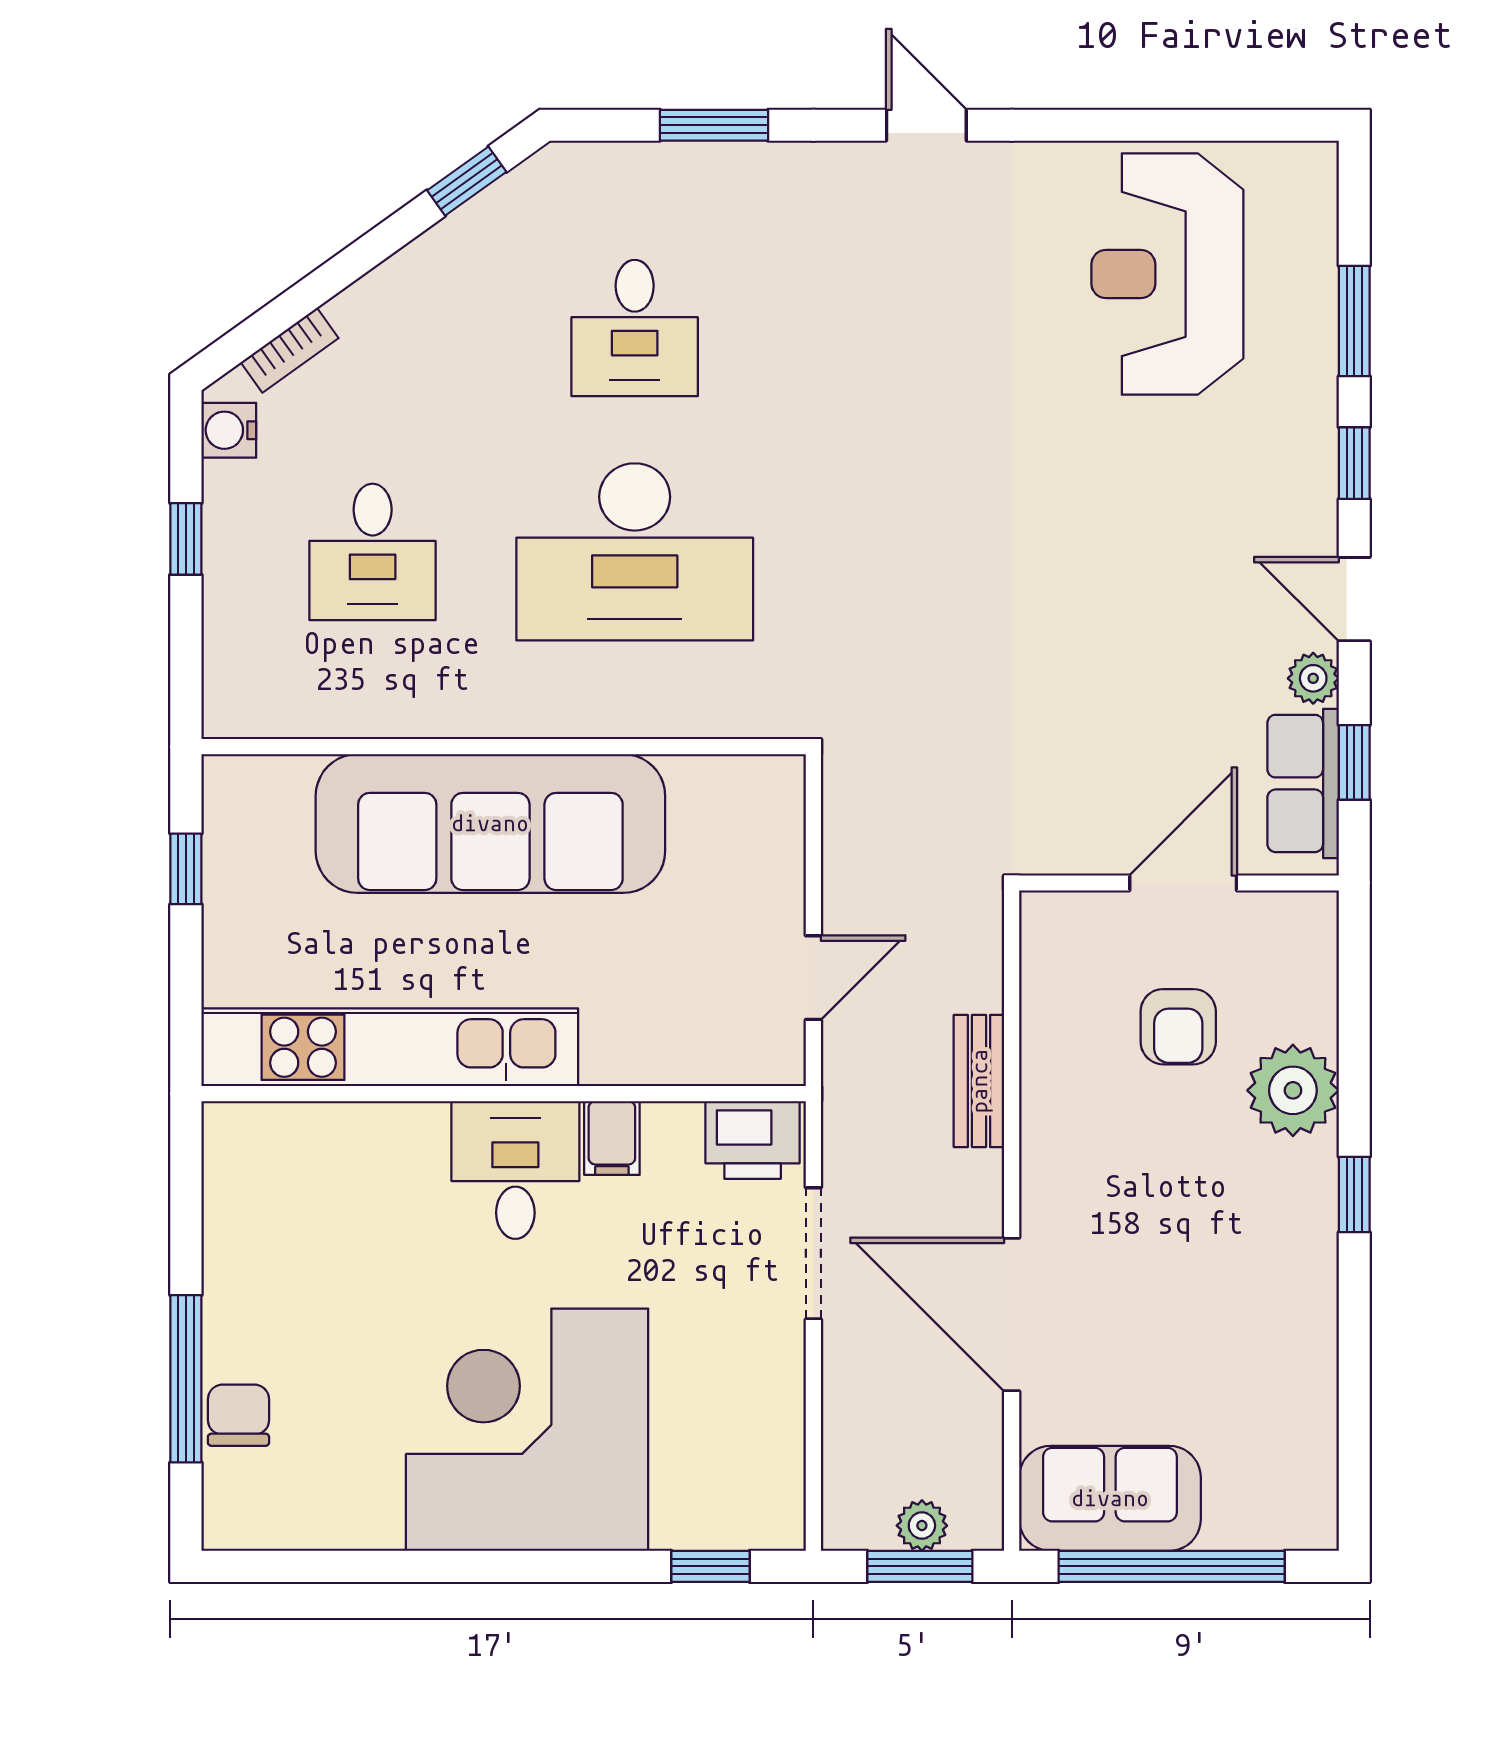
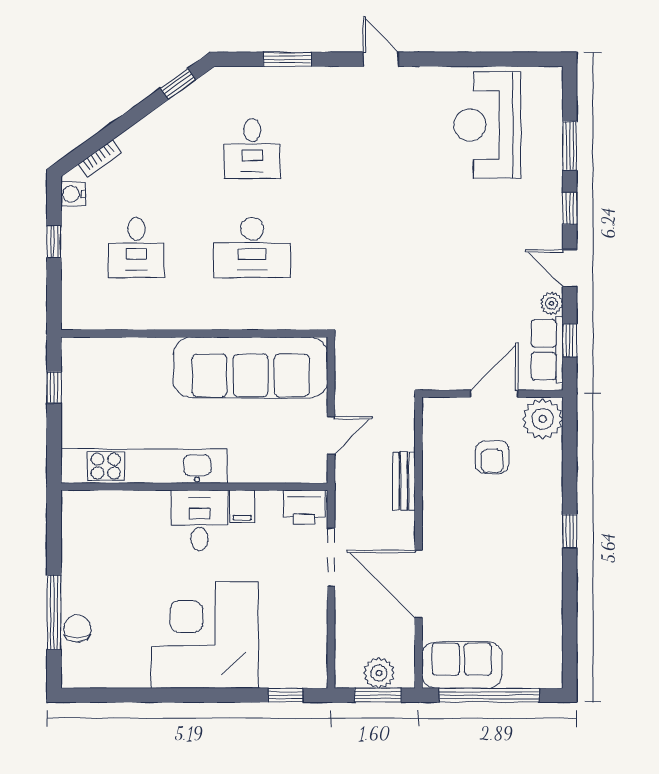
desk: (635, 552) -> (252, 248), width x0.73, depth x0.77
sofa: (490, 823) -> (251, 367), moved
plant: (1293, 1090) -> (543, 419), moved
plant: (922, 1526) -> (379, 673), width x1.38, depth x1.38

